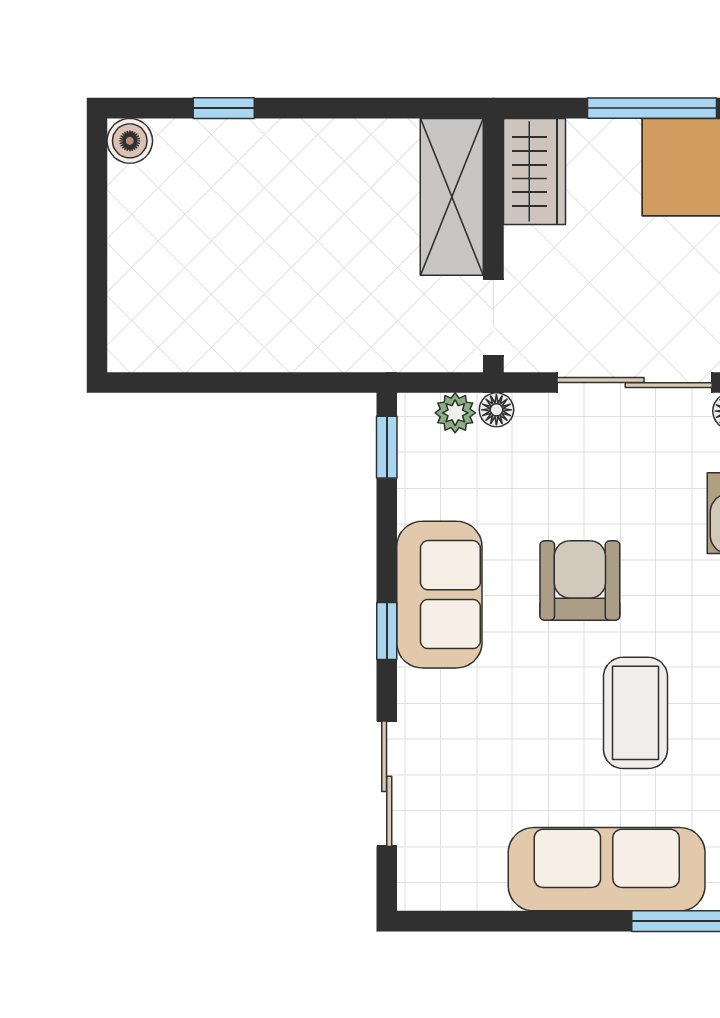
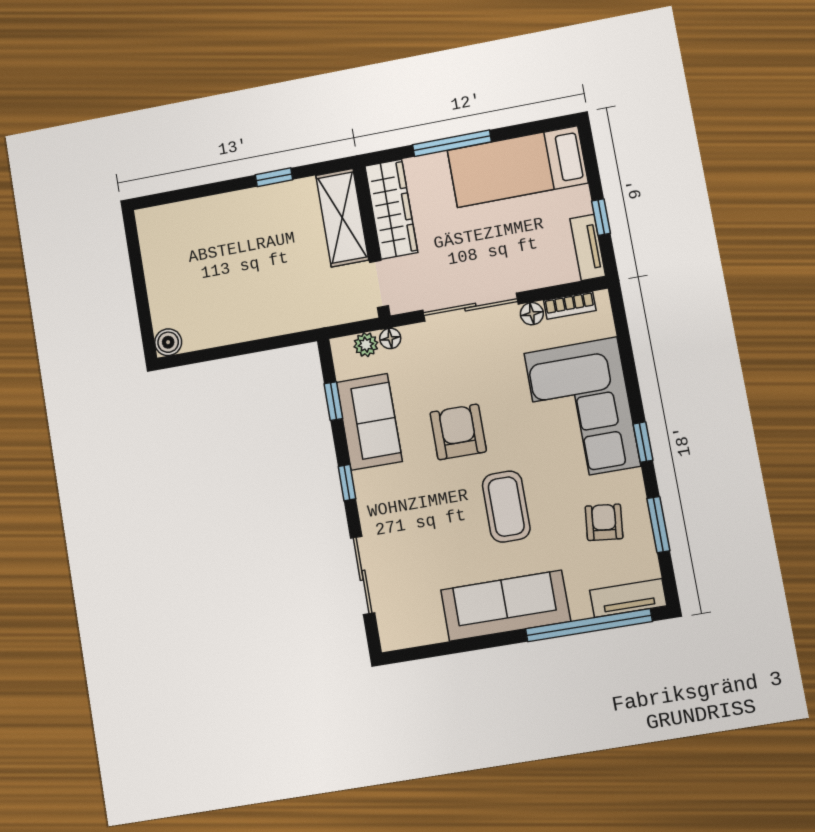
window: (224, 108) -> (274, 177), moved
boiler: (130, 141) -> (168, 342), moved
wardrobe: (534, 171) -> (391, 209), width x1.50
window: (387, 447) -> (333, 401), moved
sofa: (439, 595) -> (369, 422), moved

